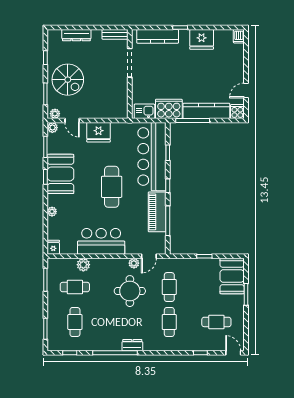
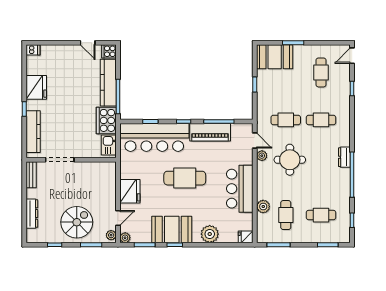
plant: (52, 212) -> (210, 234), width x1.88, depth x1.88

